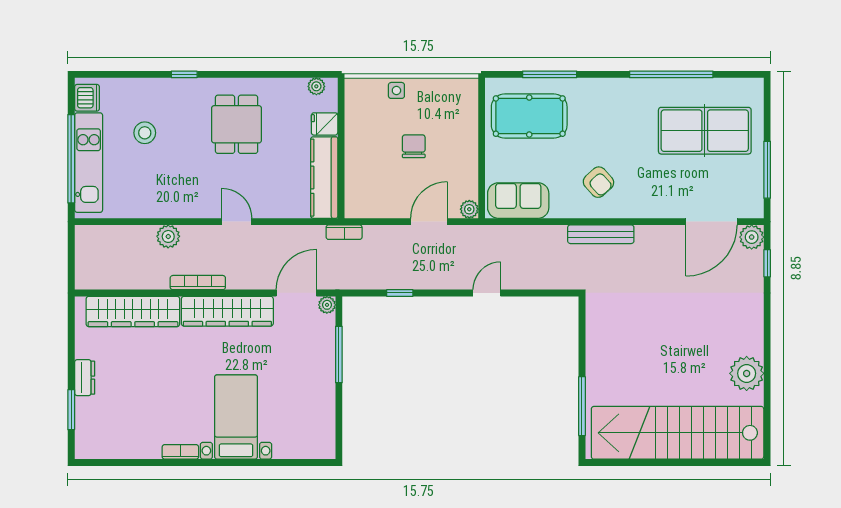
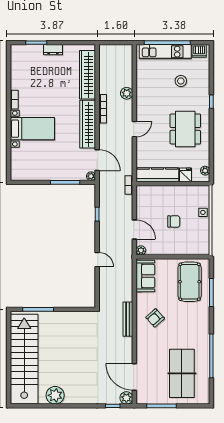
dining table: (237, 124) -> (185, 129), width x1.37

